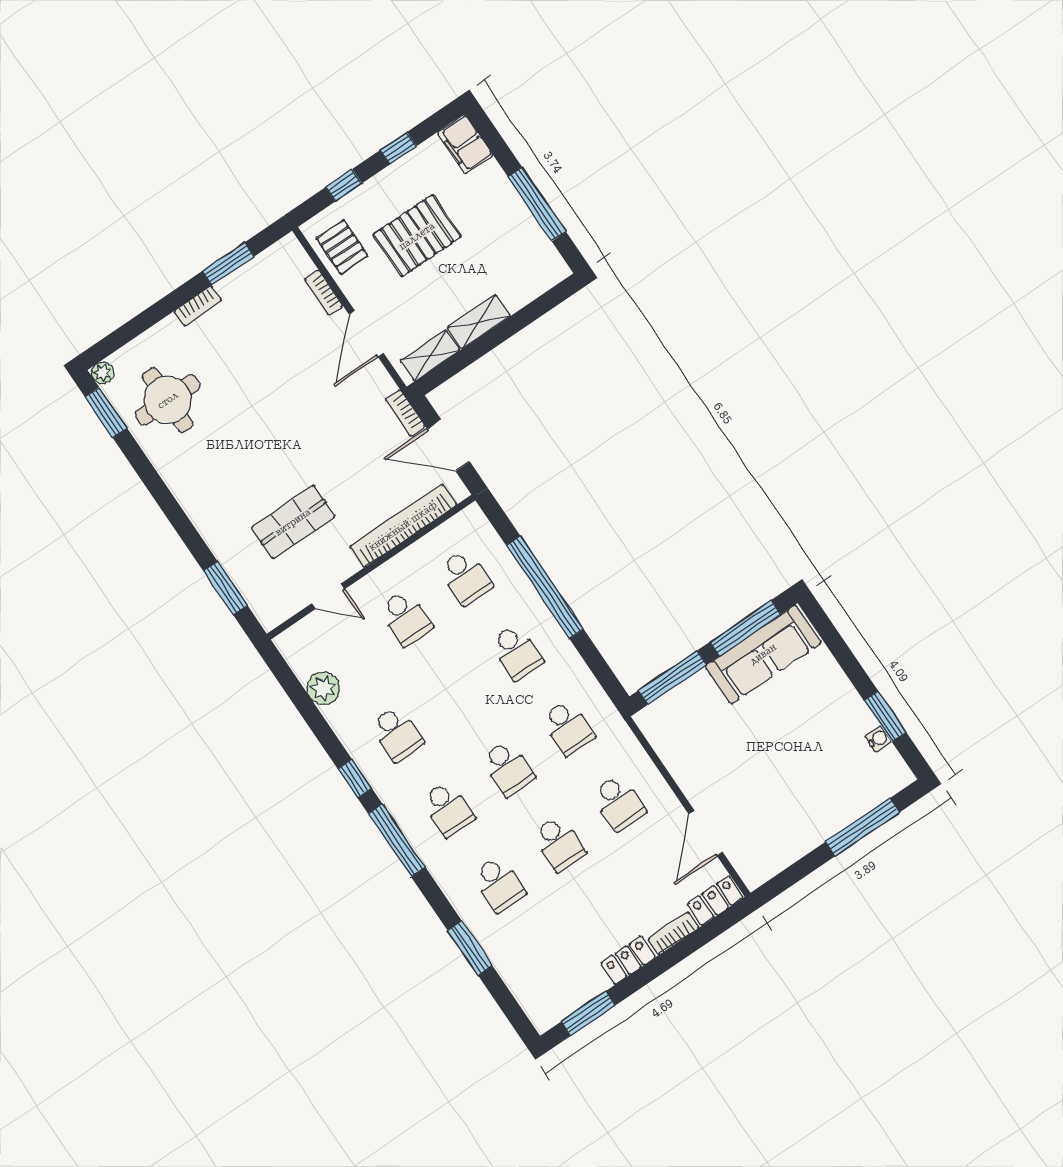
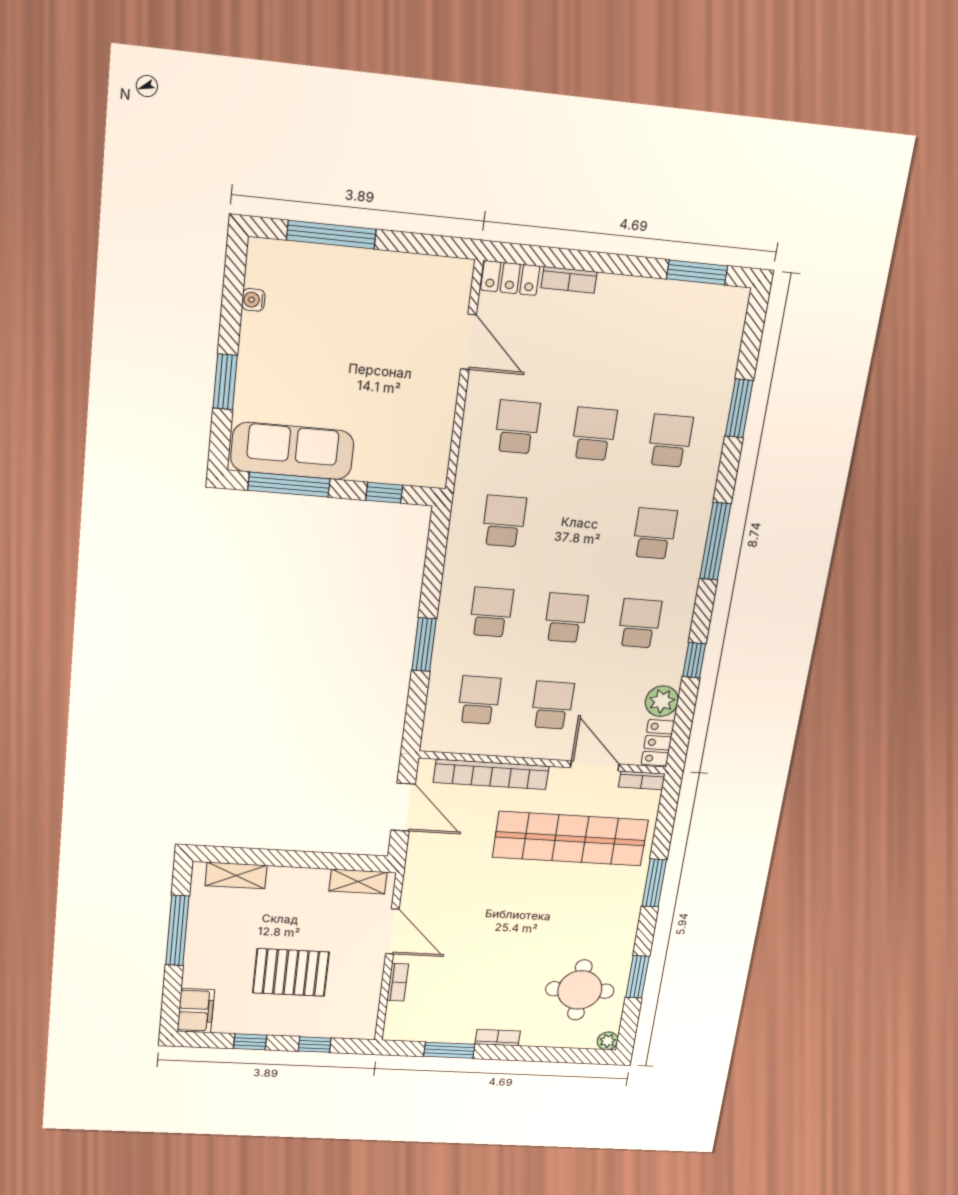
pallet: (342, 247) -> (355, 1004), removed
shelving: (479, 322) -> (236, 875), moved
door: (366, 334) -> (392, 931), hinge flipped
window: (106, 412) -> (637, 977), moved
bookcase: (405, 413) -> (642, 780), moved, turned 90
shop shelf: (293, 522) -> (570, 839), width x2.00, depth x1.36
window: (545, 587) -> (424, 645), width x0.47
window: (225, 588) -> (654, 883), moved
door: (328, 596) -> (595, 766), width x1.38
window: (673, 678) -> (384, 493), width x0.46
window: (885, 716) -> (225, 382), moved
school desk: (508, 768) -> (566, 618), moved
window: (355, 779) -> (694, 660), moved
door: (706, 833) -> (469, 342), hinge flipped
locker: (628, 960) -> (658, 743), moved, turned 90

